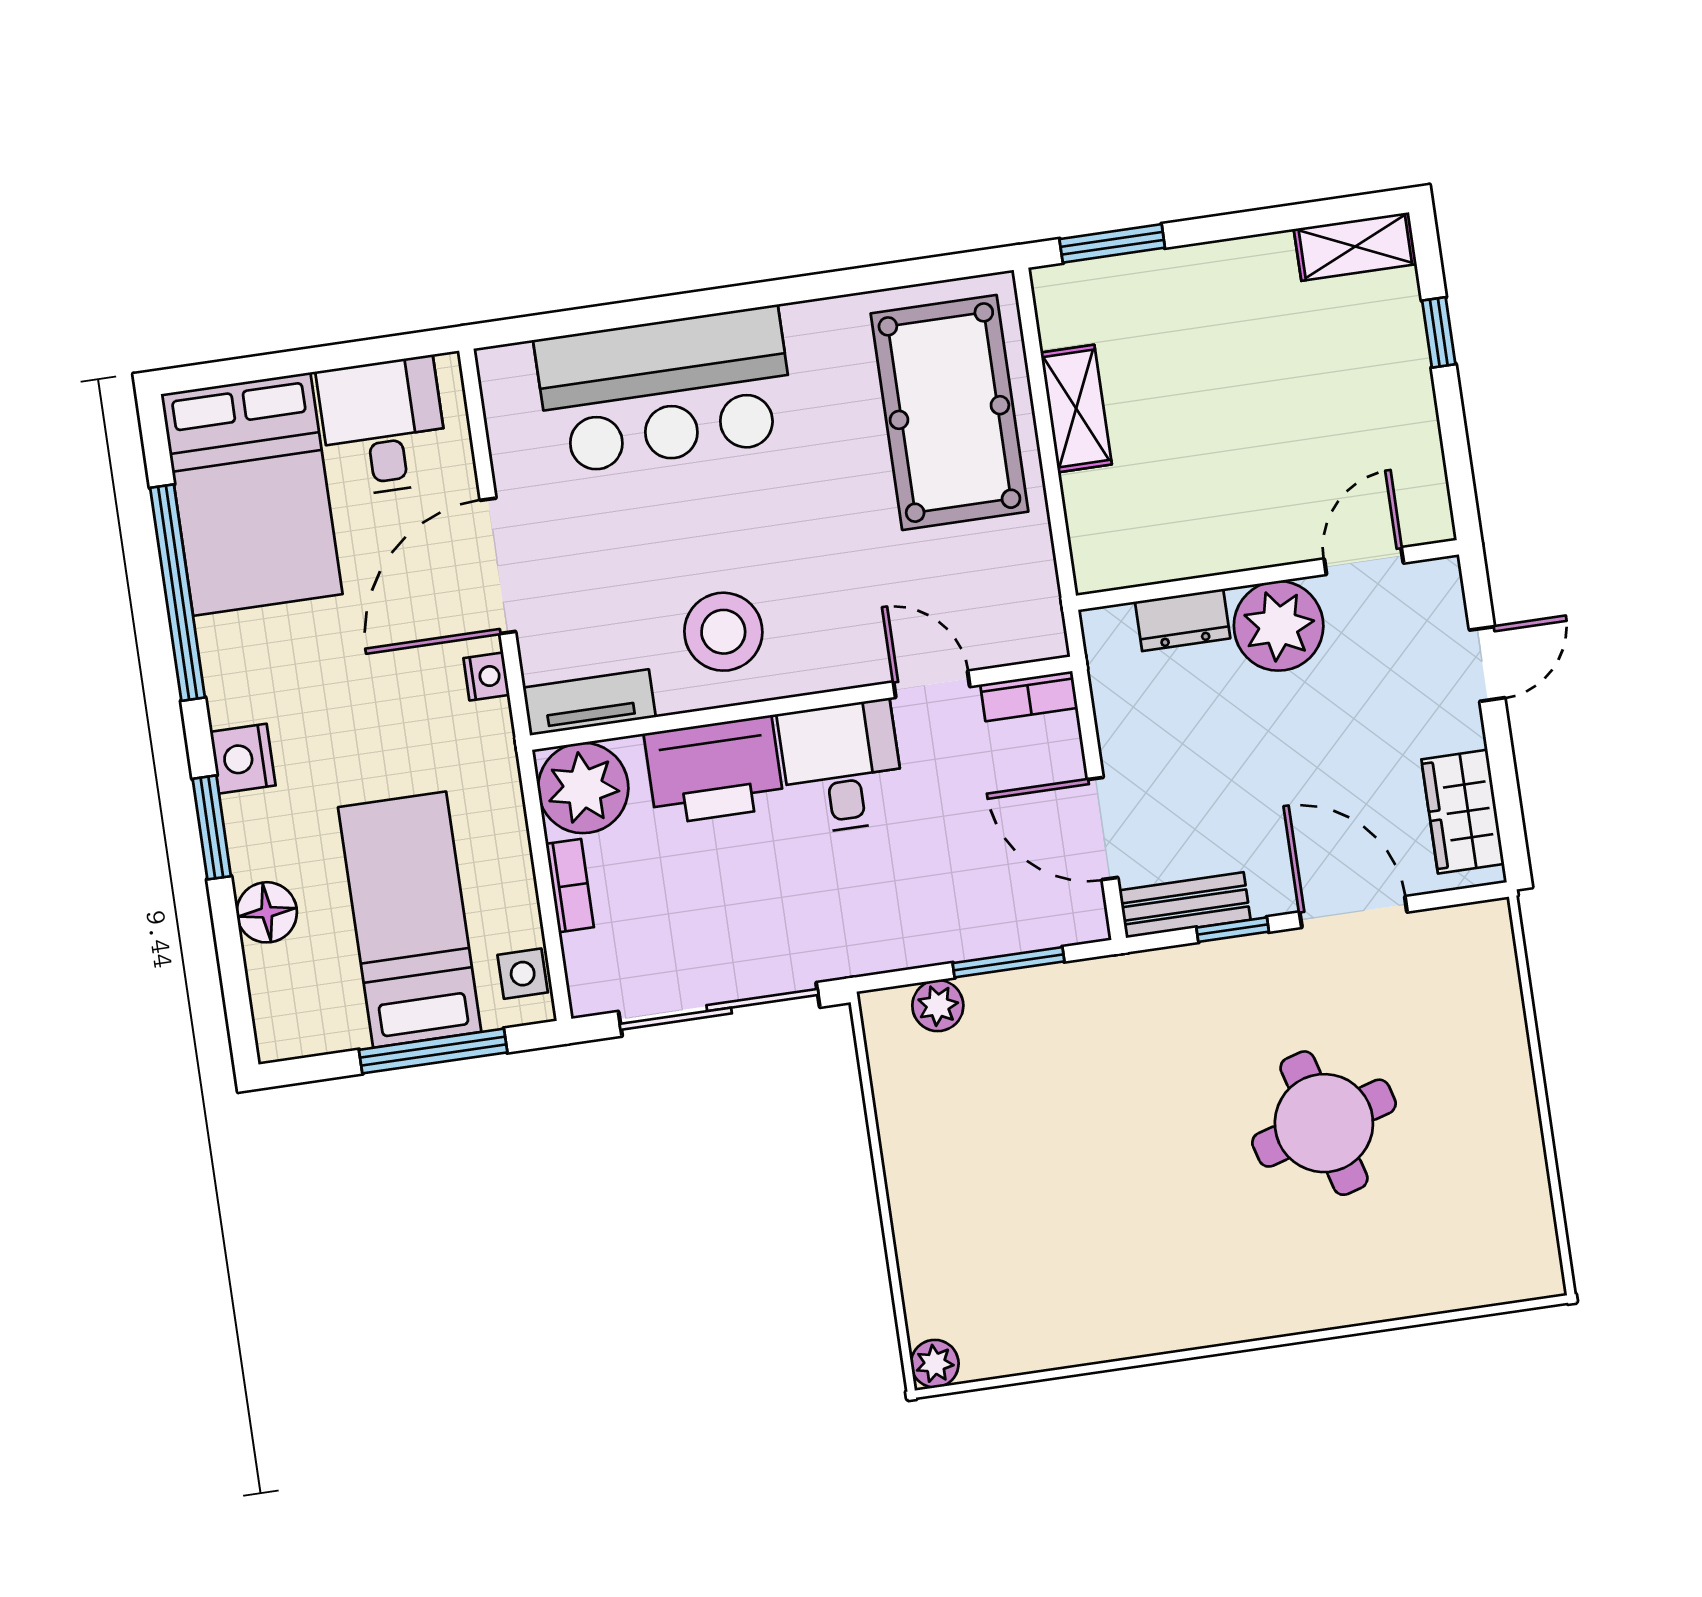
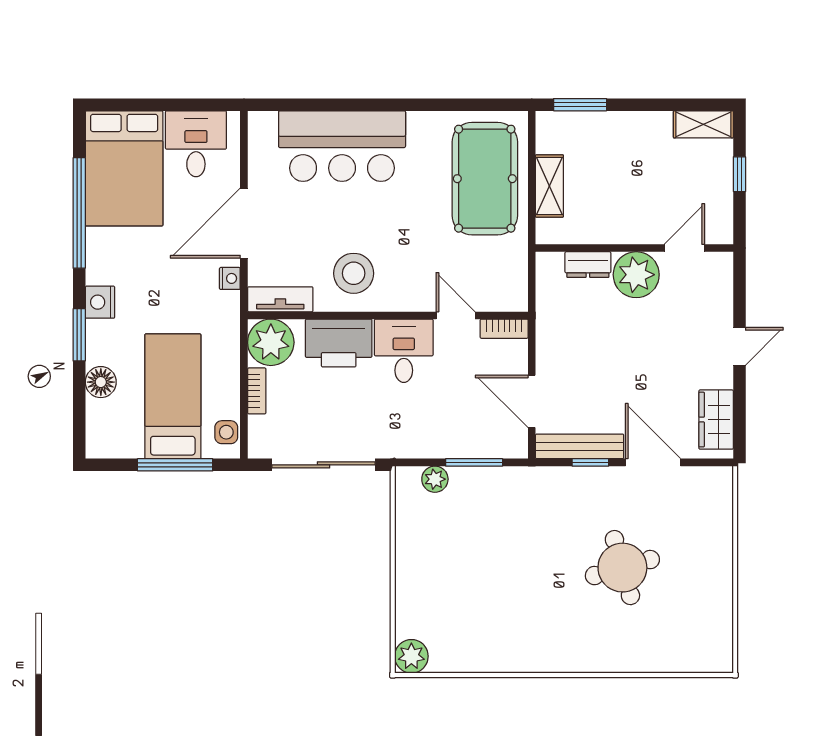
door: (1364, 561) -> (684, 248), moved
wall: (1267, 575) -> (634, 248), moved
dresser: (1183, 620) -> (588, 265), moved
plant: (1279, 626) -> (636, 275), moved
bench: (1185, 905) -> (580, 446), width x1.36
plant: (935, 1364) -> (411, 656), width x1.38, depth x1.38

